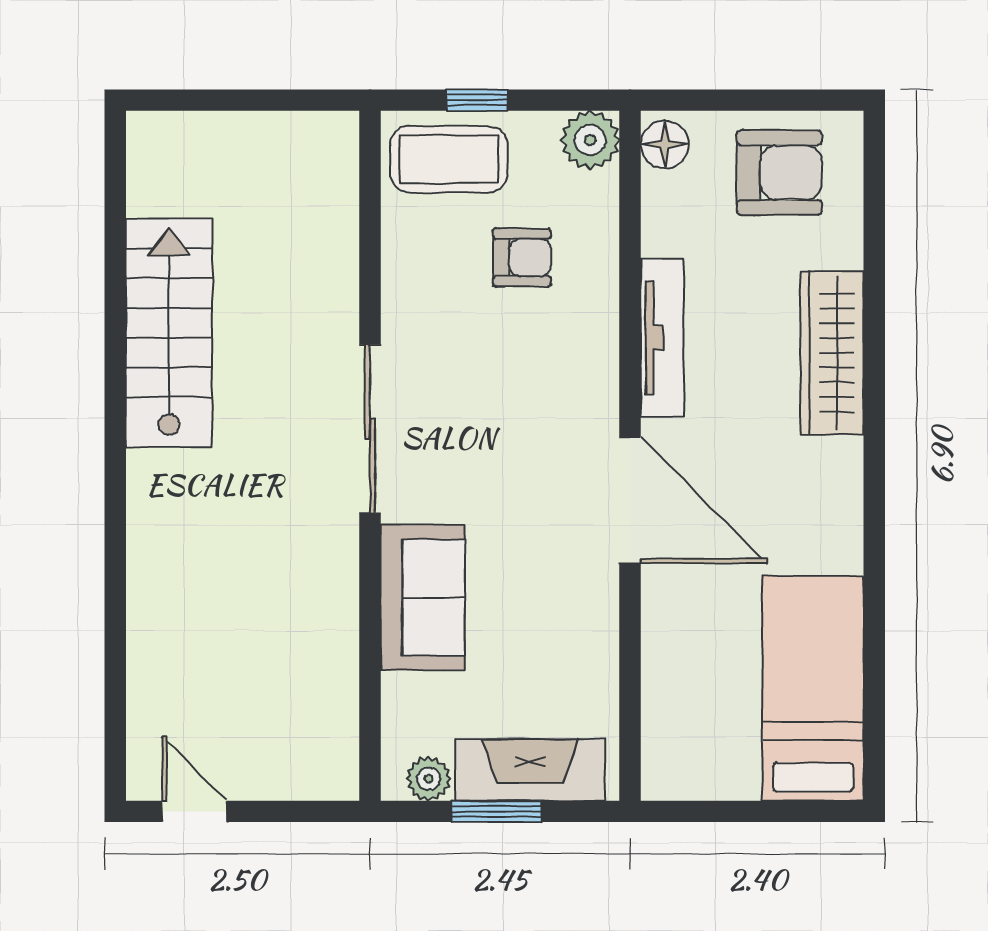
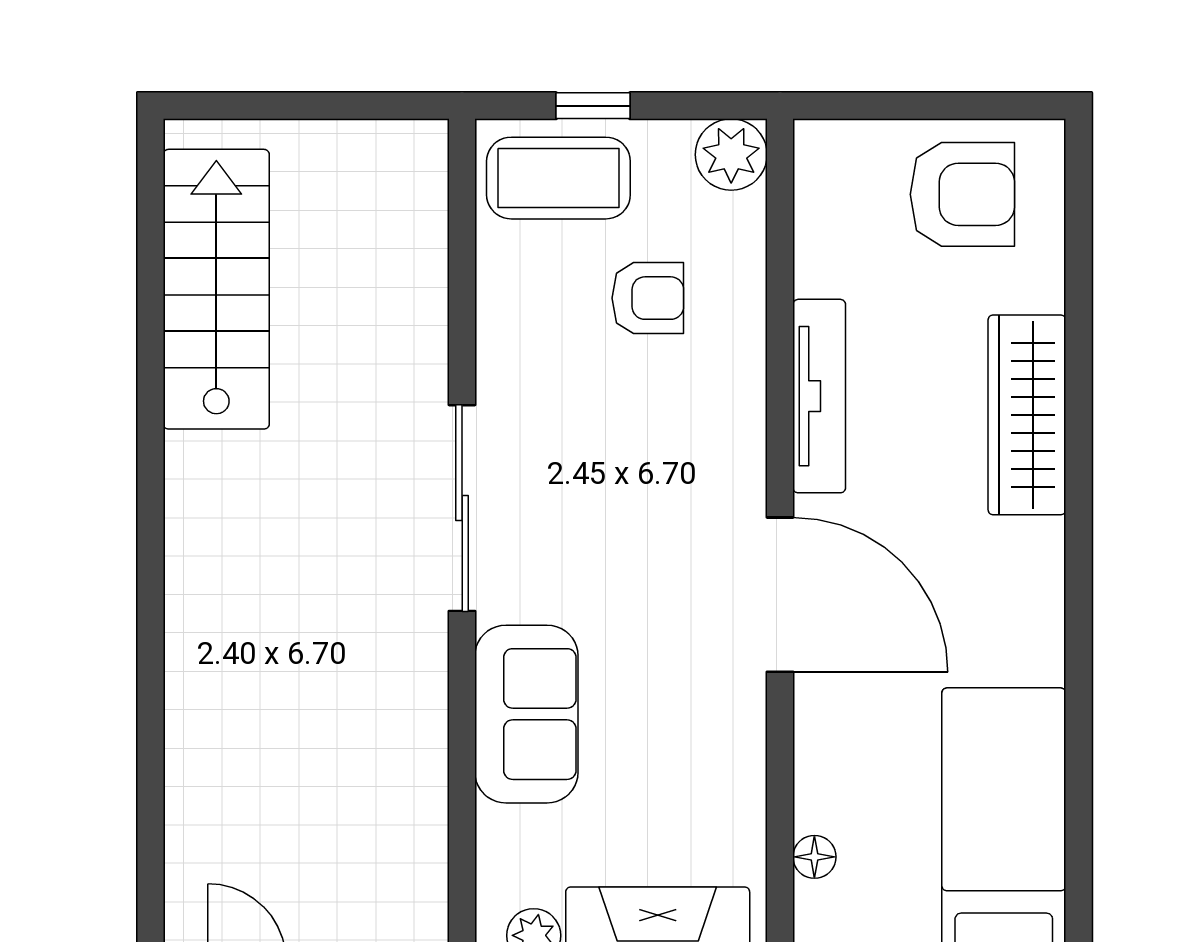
floor lamp: (665, 144) -> (814, 857), moved, width x0.73, depth x0.73
stairs: (169, 333) -> (216, 289), moved

